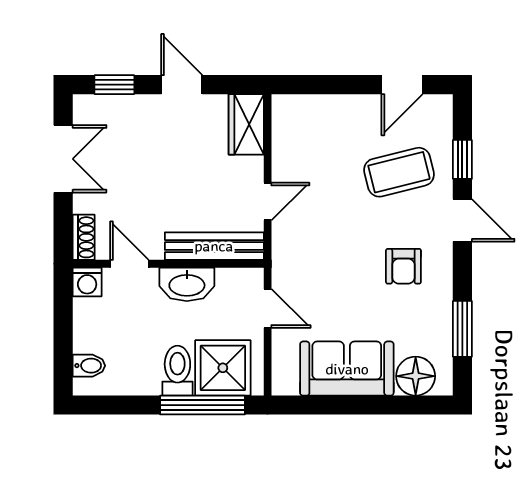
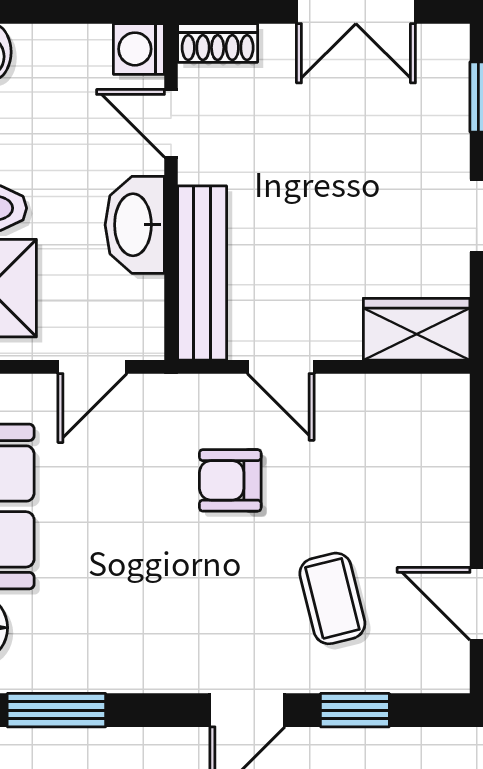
coffee table: (399, 172) -> (332, 598), width x0.73, depth x0.77
door: (129, 264) -> (171, 123), swing flipped
armchair: (403, 266) -> (230, 480), moved

